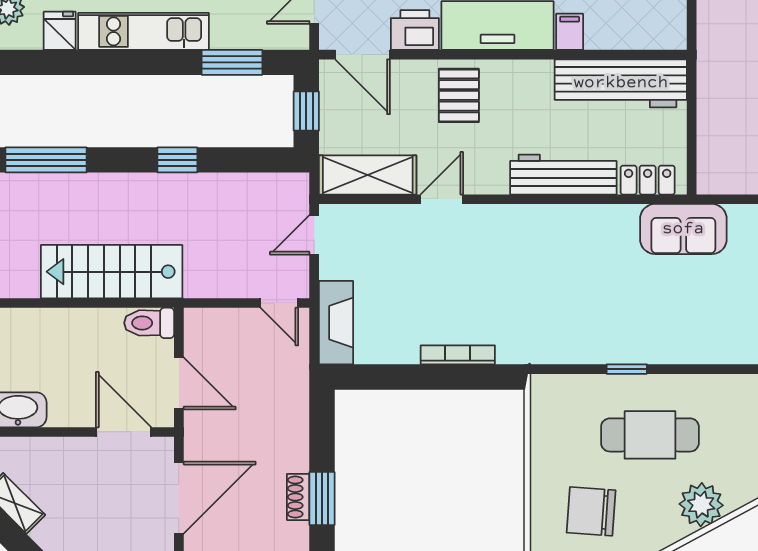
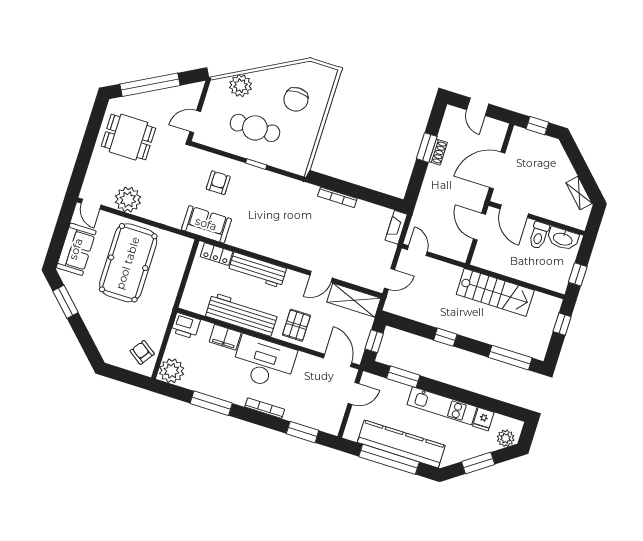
printer: (415, 30) -> (186, 326), moved
filing cabinet: (570, 32) -> (225, 337), width x2.00
workbench: (621, 83) -> (242, 314), moved
armchair: (686, 313) -> (218, 183), added
toilet: (149, 323) -> (539, 235), moved, turned 90
fireplace: (336, 323) -> (396, 227), width x0.73, depth x0.76
chair: (591, 511) -> (296, 99), turned 86

